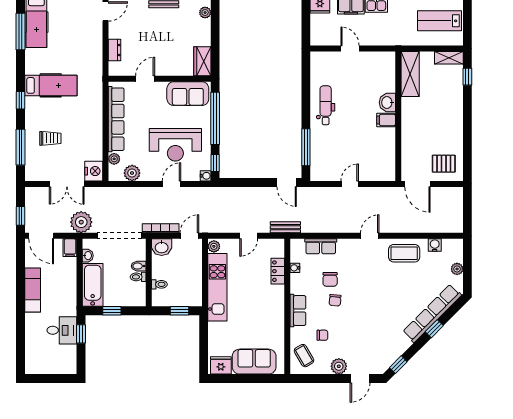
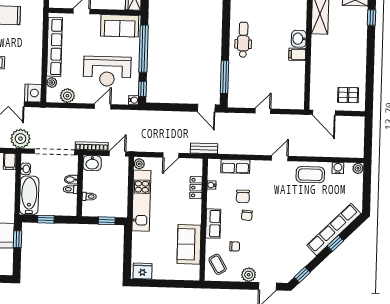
plant: (457, 269) -> (358, 168), moved
sofa: (254, 362) -> (189, 244), moved, turned -90

